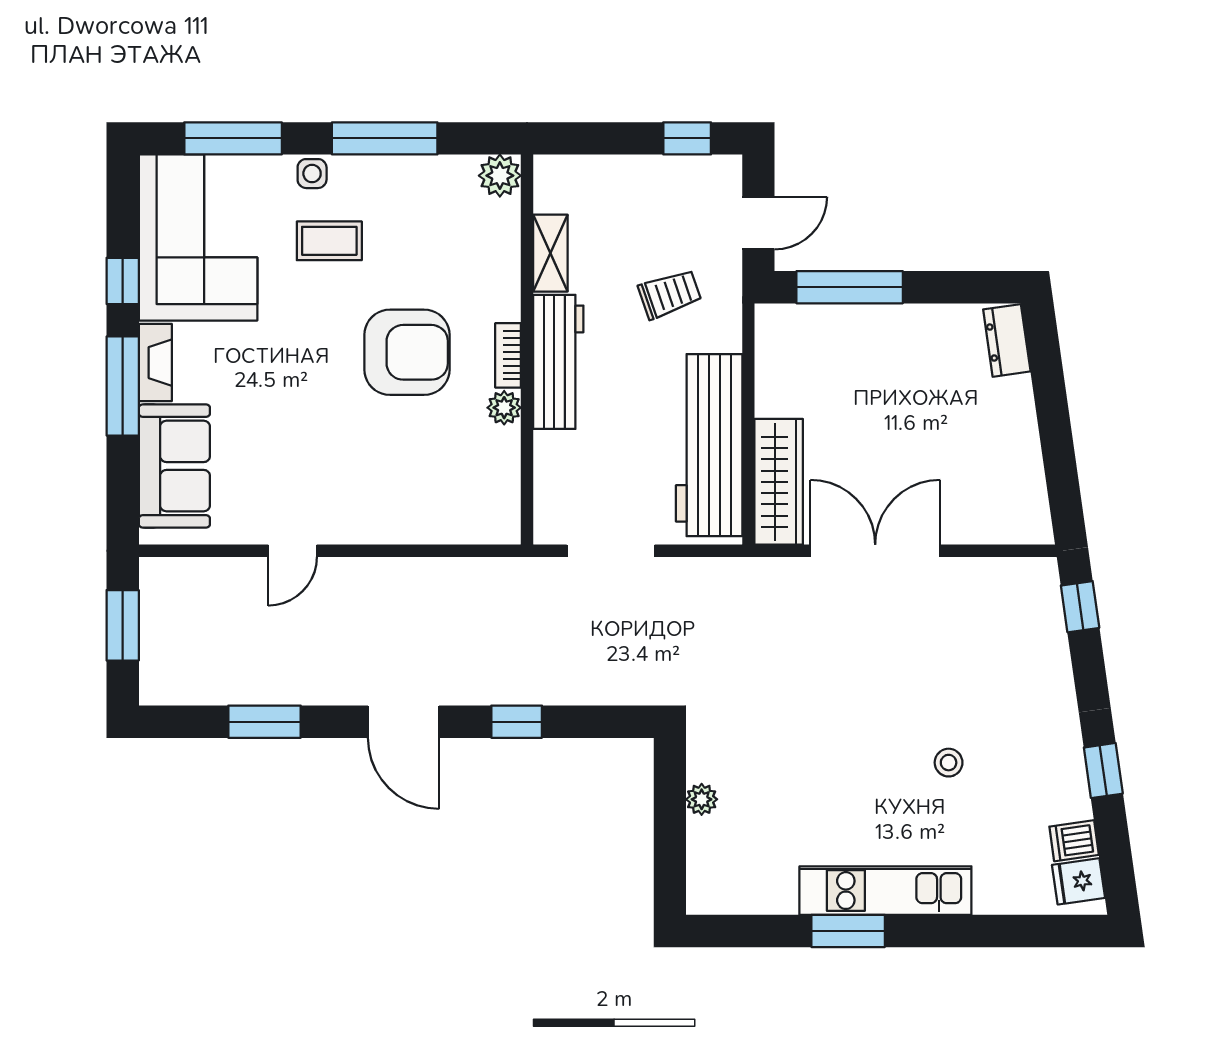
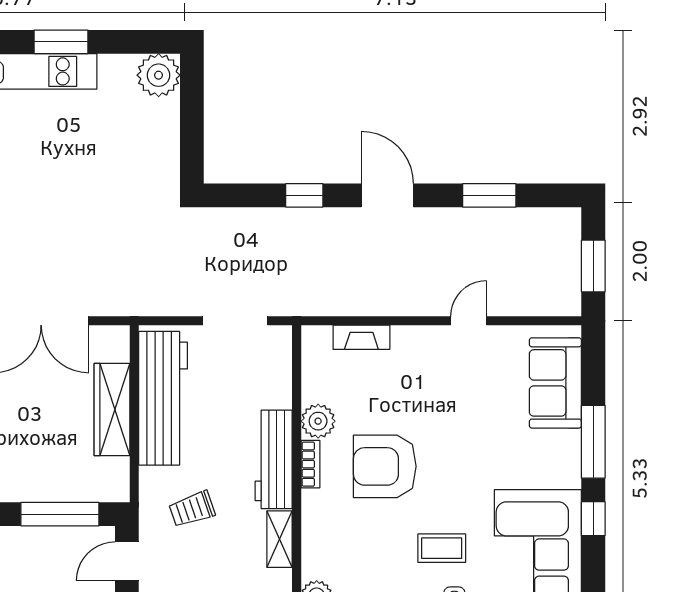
fireplace: (155, 363) -> (361, 337), moved, turned -90
plant: (504, 408) -> (318, 421), width x1.38, depth x1.38
wardrobe: (779, 482) -> (112, 410), moved
plant: (702, 799) -> (159, 75), moved, width x1.88, depth x1.88

